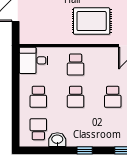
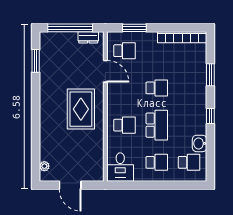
school desk: (76, 97) -> (157, 125), width x1.85
school desk: (38, 129) -> (189, 162), turned 180

